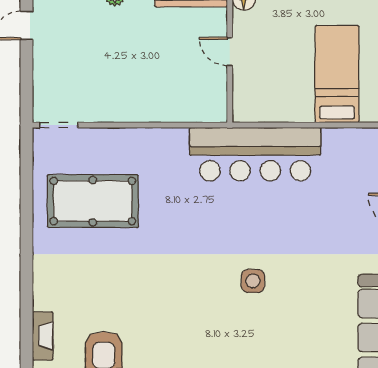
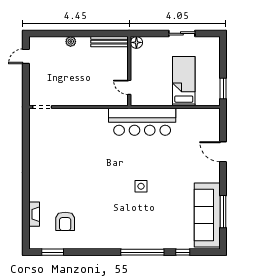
door: (230, 52) -> (129, 87), moved
pool table: (93, 201) -> (60, 146), removed

